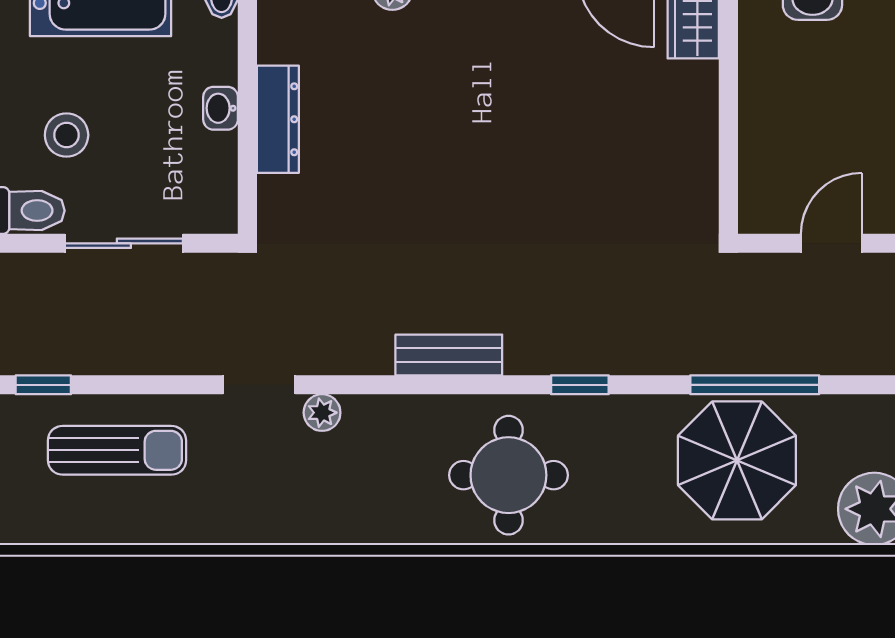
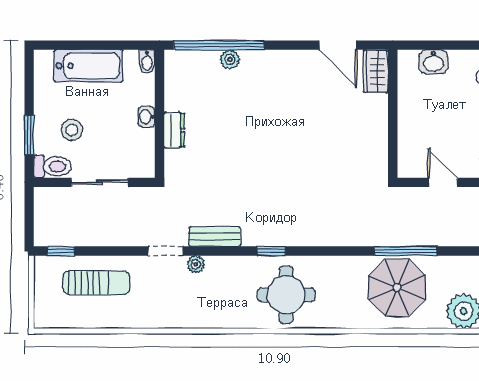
dresser: (278, 119) -> (174, 130), width x0.70
door: (831, 243) -> (443, 182), hinge flipped
bench: (449, 355) -> (215, 237), moved
window: (580, 385) -> (271, 251), moved

